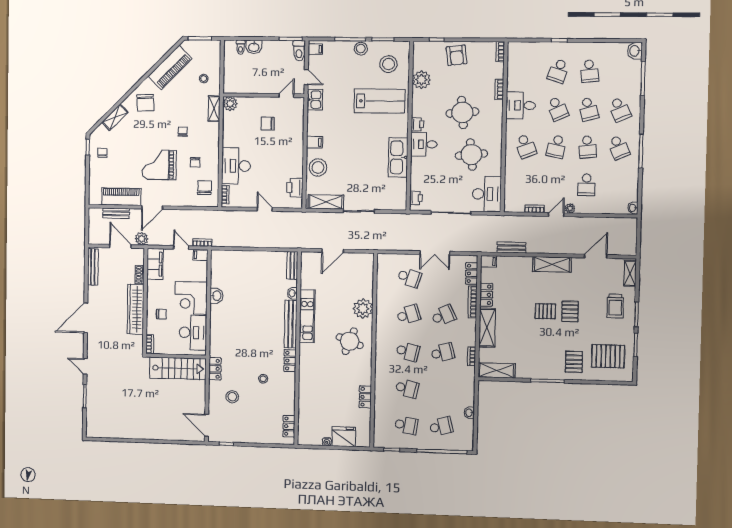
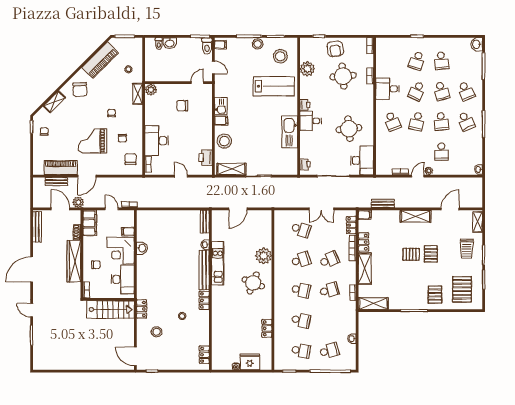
kitchen sink: (315, 100) -> (221, 106), moved
school desk: (557, 109) -> (417, 91), turned 48
round table: (462, 112) -> (343, 76), moved
filing cabinet: (200, 255) -> (128, 232), moved
pallet: (608, 356) -> (462, 289), turned 90

